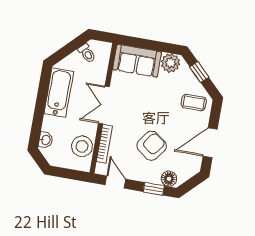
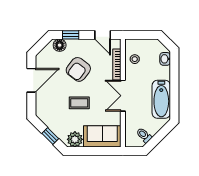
coffee table: (194, 103) -> (79, 103), moved
double door: (104, 105) -> (123, 96), swing flipped
stool: (82, 146) -> (135, 59), width x0.53, depth x0.53

